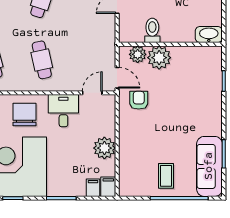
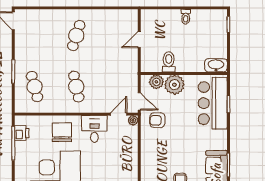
bar counter: (205, 80) -> (213, 103), added
armchair: (139, 100) -> (157, 120), turned -90
plant: (104, 148) -> (133, 120), moved, width x0.53, depth x0.53

